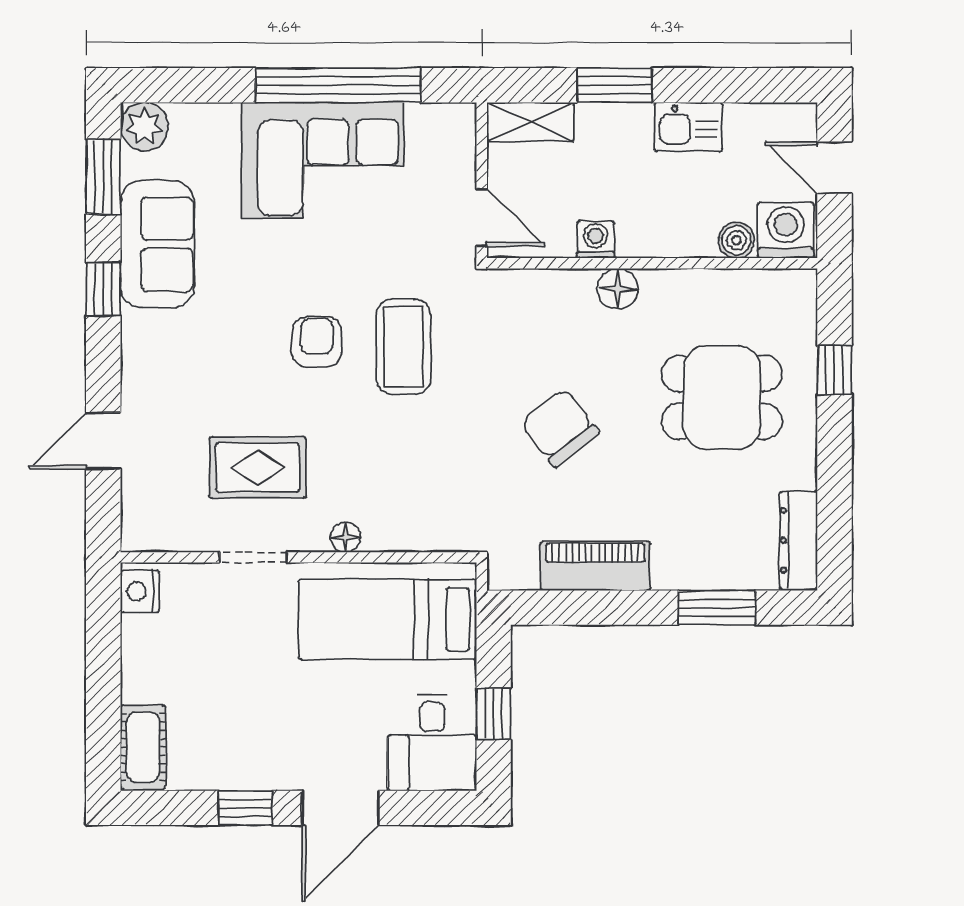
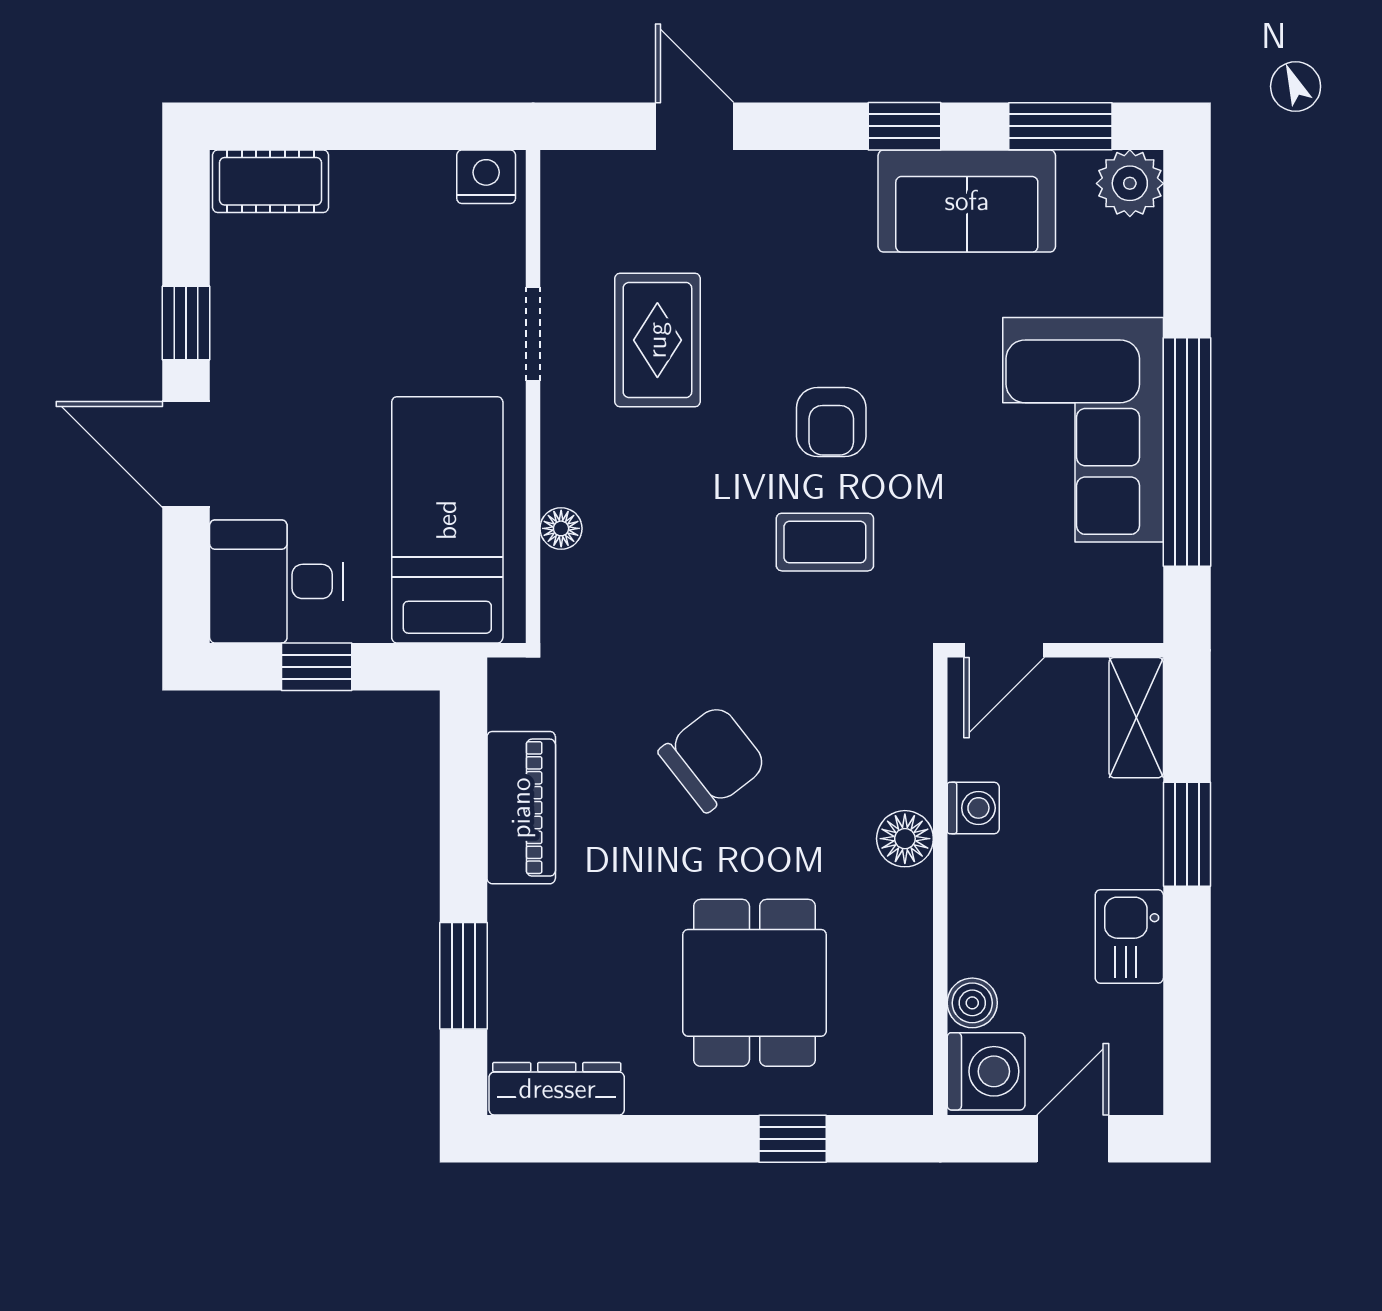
armchair: (317, 342) -> (831, 422), turned 90
coffee table: (404, 347) -> (825, 542), width x0.73, depth x0.77
floor lamp: (345, 537) -> (561, 528), moved

